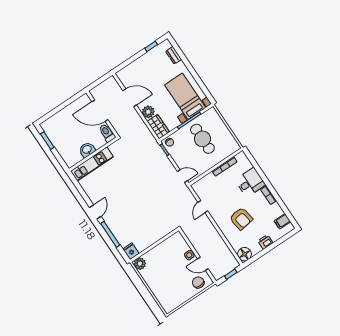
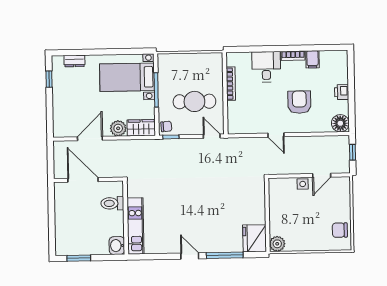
door: (100, 111) -> (83, 180), swing flipped
toilet: (107, 133) -> (112, 203), moved
cafe table: (202, 139) -> (194, 101), moved
washbasin: (87, 150) -> (117, 246), moved
door: (182, 176) -> (212, 136), hinge flipped
door: (203, 207) -> (276, 135), moved
armchair: (241, 219) -> (299, 102), turned -81
filing cabinet: (282, 221) -> (312, 59), moved
fridge: (131, 251) -> (255, 238), width x1.88, depth x1.34
chair: (198, 282) -> (340, 230), moved

